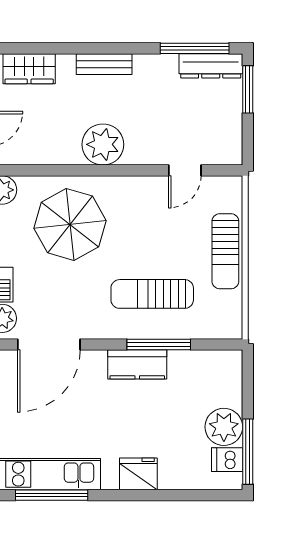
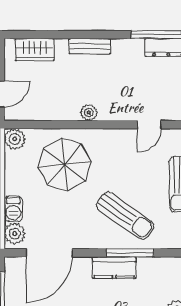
plant: (103, 144) -> (89, 113), width x0.53, depth x0.53
sun lounger: (152, 294) -> (125, 216), turned -145

